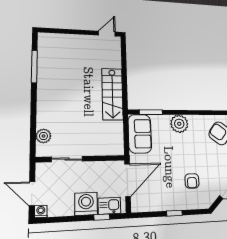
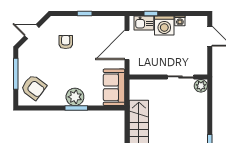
window: (151, 112) -> (76, 108), moved
sliding door: (67, 159) -> (181, 77), moved
wall: (81, 159) -> (168, 77), moved
washing machine: (41, 211) -> (180, 21), moved

